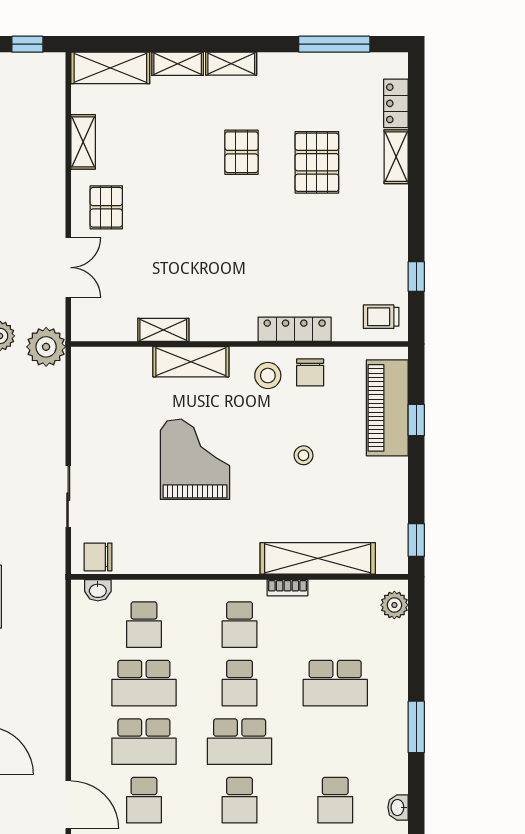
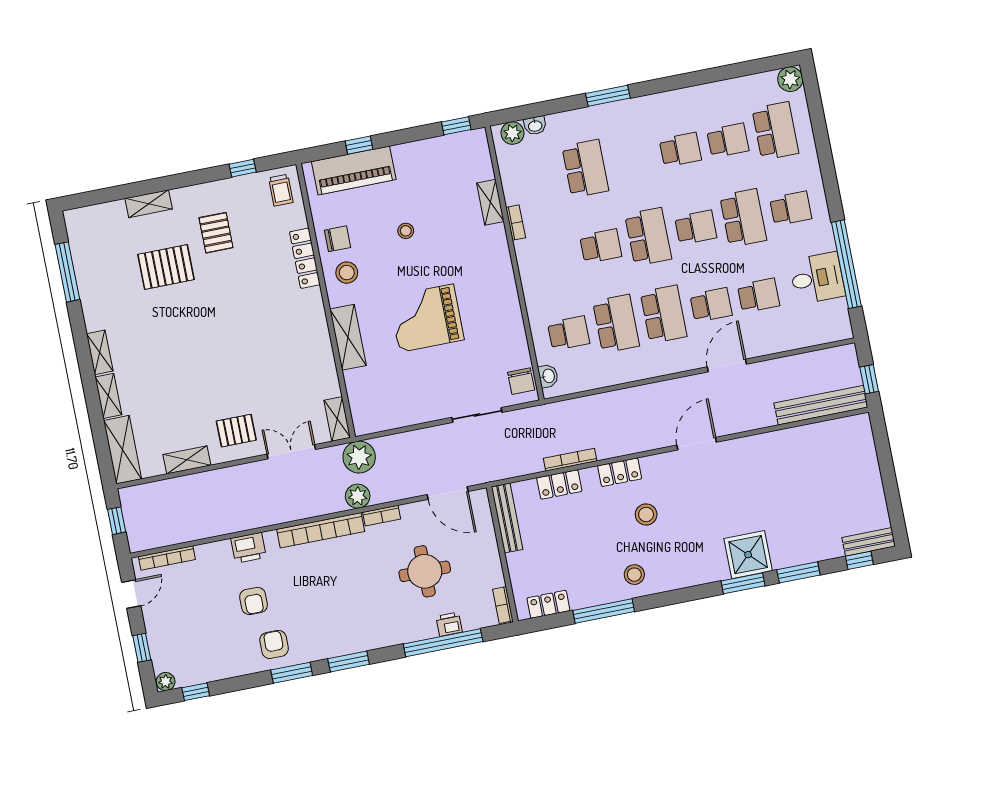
locker: (396, 103) -> (105, 212), removed
pallet: (242, 152) -> (216, 233), moved, turned 90
shelving: (163, 330) -> (337, 419), moved
shelving: (318, 558) -> (490, 202), width x0.45, depth x0.75
school desk: (240, 625) -> (553, 256), removed
washbasin: (398, 807) -> (535, 126), moved

